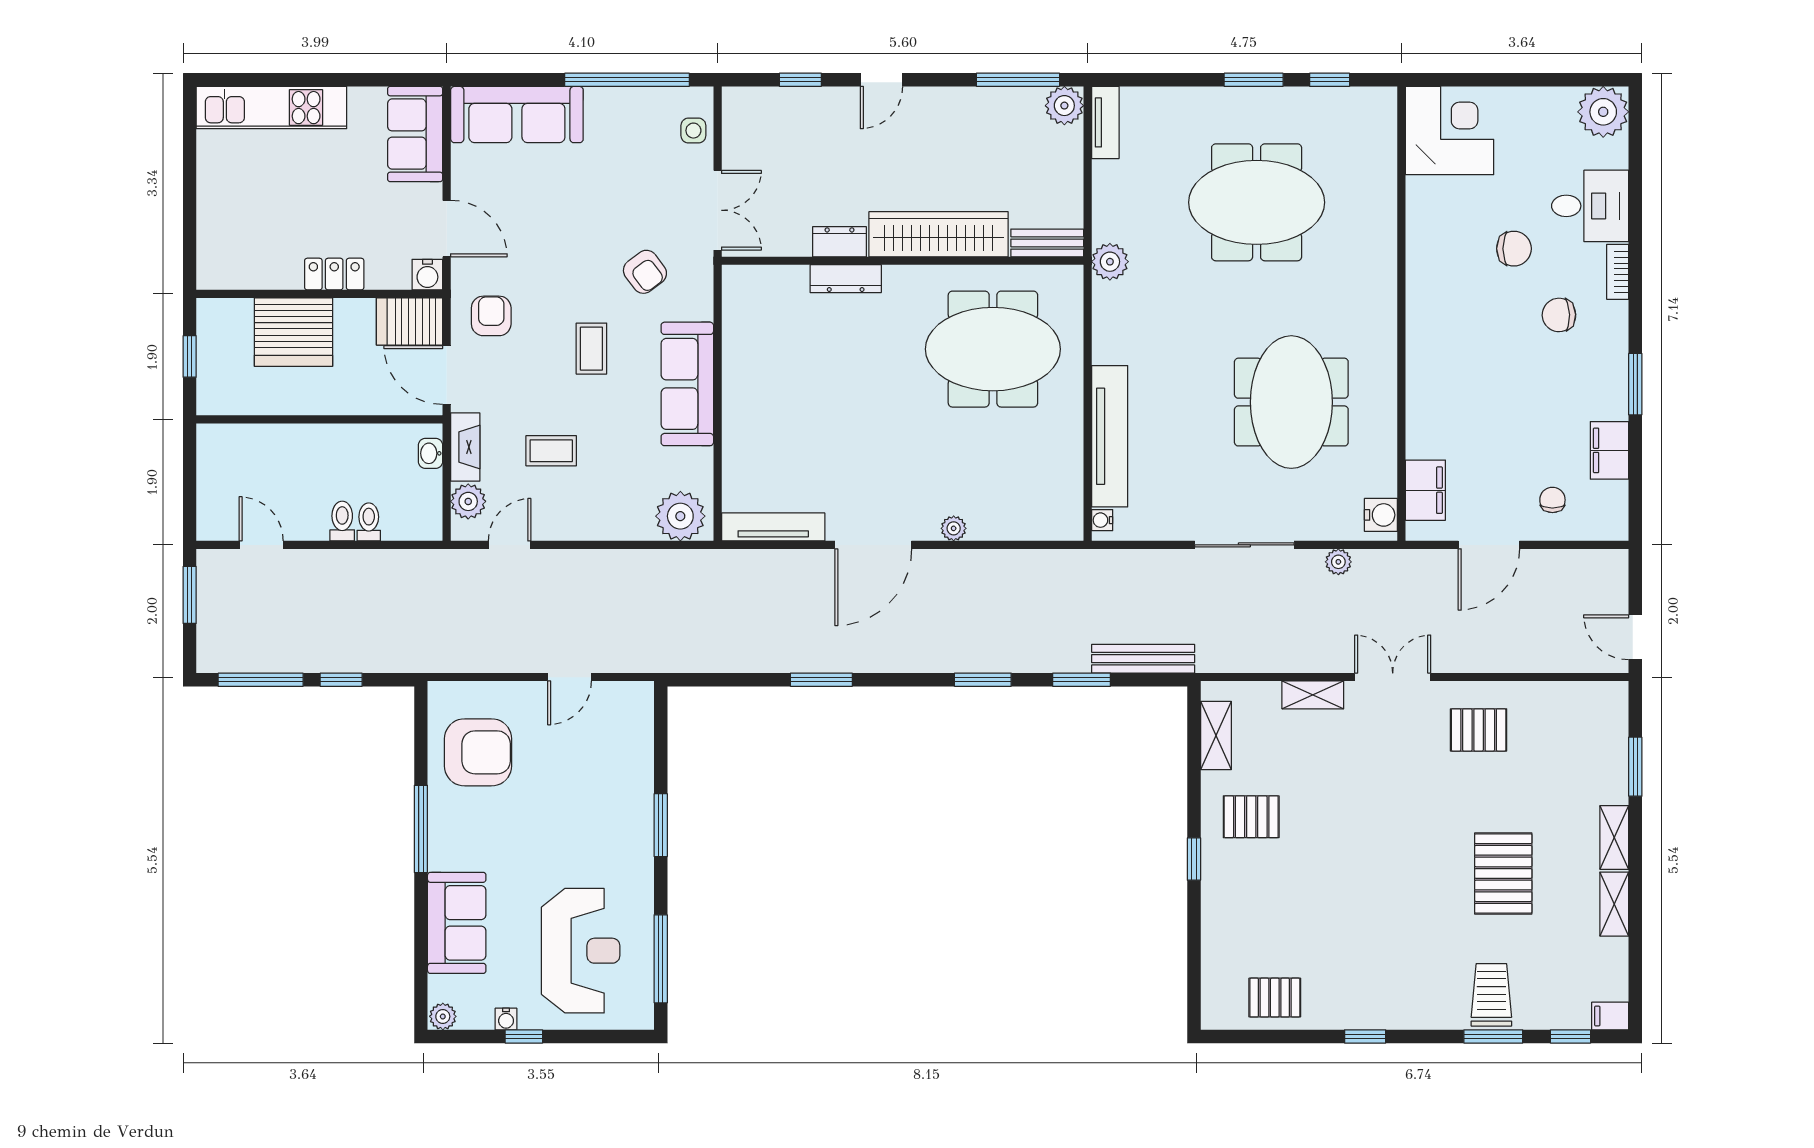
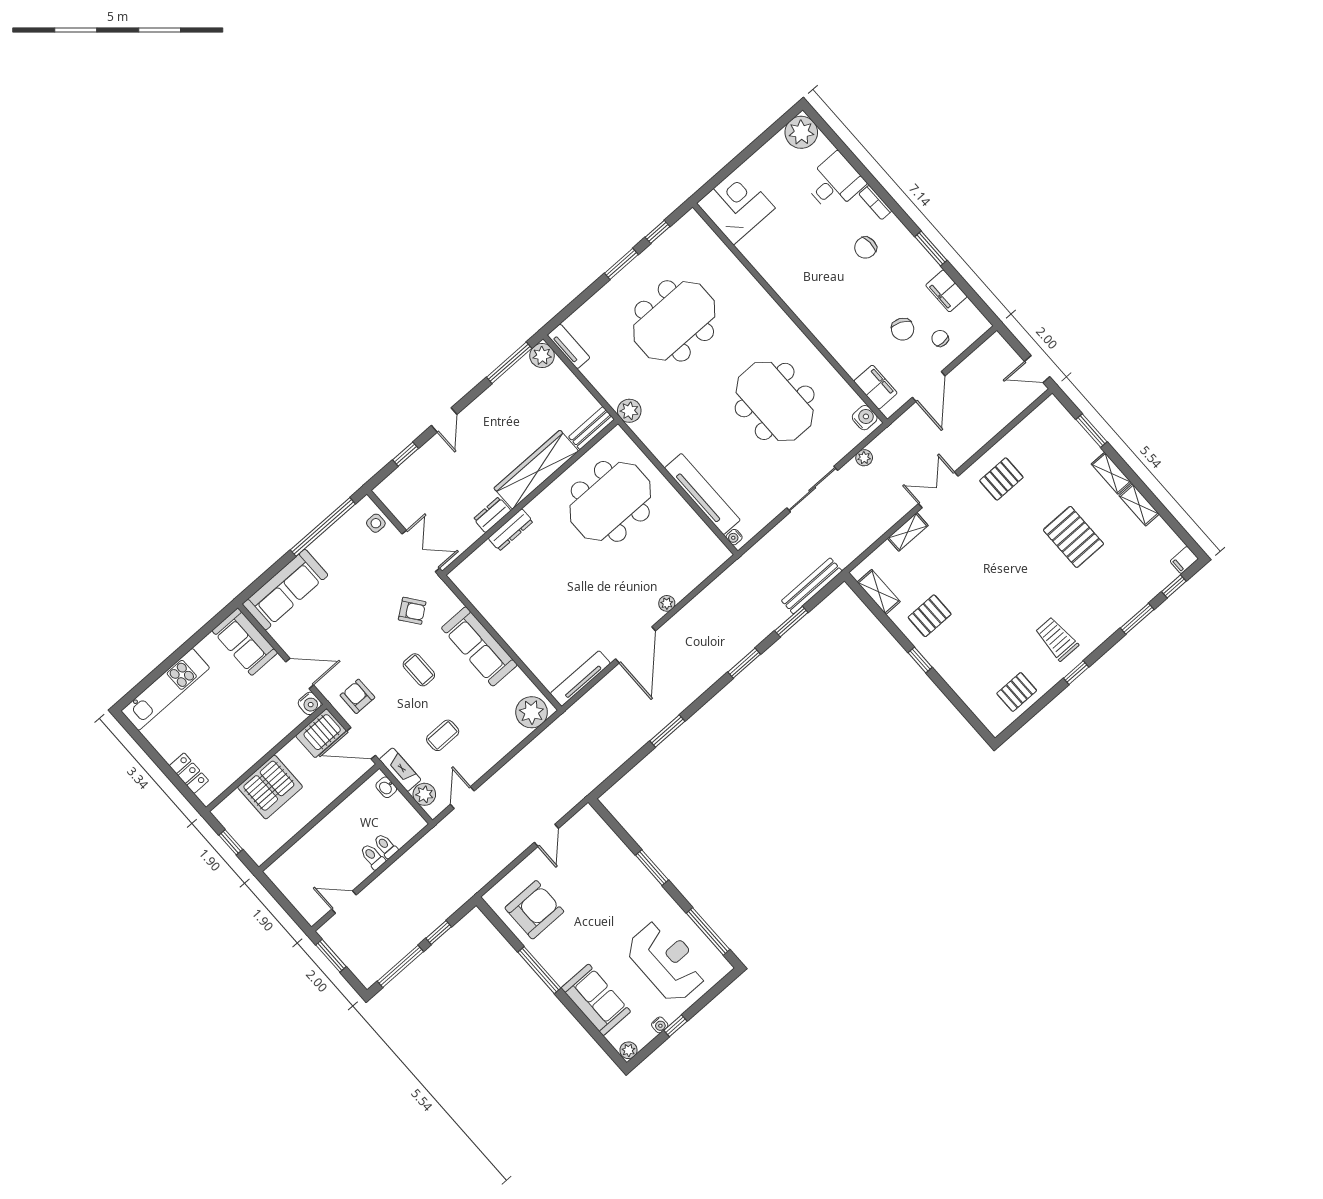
chair: (1514, 249) -> (903, 329), moved, turned 114
locker: (334, 274) -> (189, 773), moved, turned 90
trolley: (1491, 995) -> (1057, 639), moved

